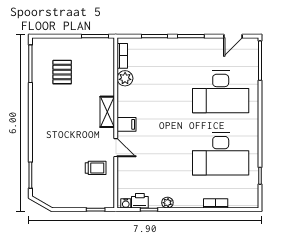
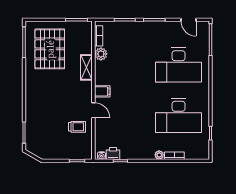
door: (233, 36) -> (189, 20), hinge flipped
pallet: (62, 72) -> (50, 49), width x2.05, depth x2.00
shelving: (107, 112) -> (86, 67), moved
plant: (167, 203) -> (159, 155), moved

